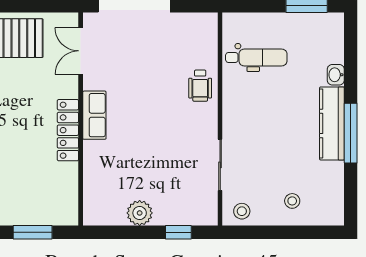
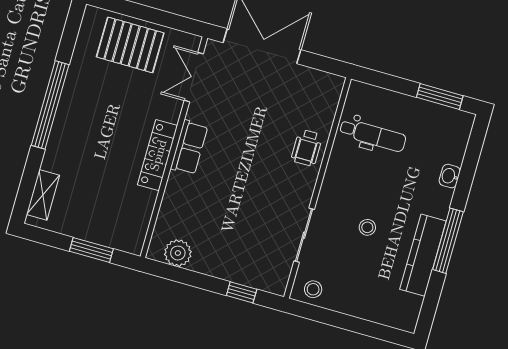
kitchen counter: (332, 123) -> (423, 255), moved
stool: (292, 201) -> (367, 227), moved
plant: (140, 213) -> (178, 253), moved

